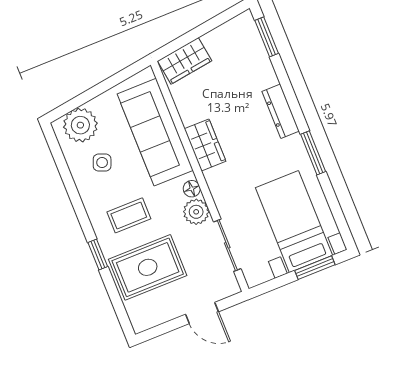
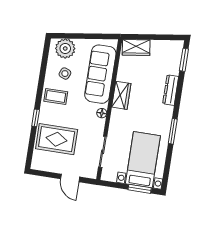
dresser: (281, 111) -> (171, 90), moved
plant: (196, 212) -> (97, 126), removed
coffee table: (129, 215) -> (56, 96), moved

